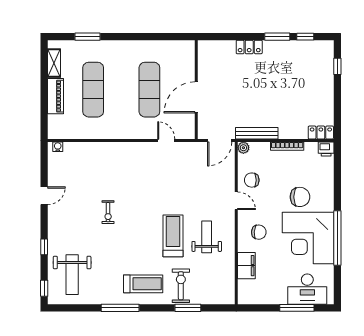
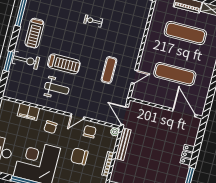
door: (196, 97) -> (184, 113), moved
exercise mat: (166, 176) -> (109, 70), added
chair: (300, 197) -> (79, 156), moved, turned 90

